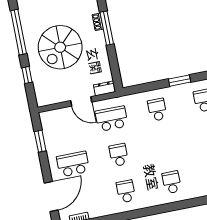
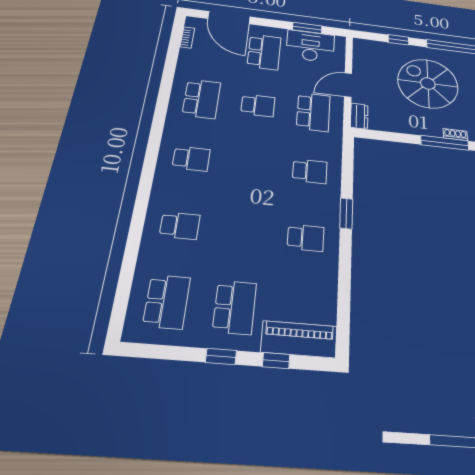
desk: (56, 135) -> (310, 46), added
school desk: (126, 191) -> (201, 99), width x1.85

